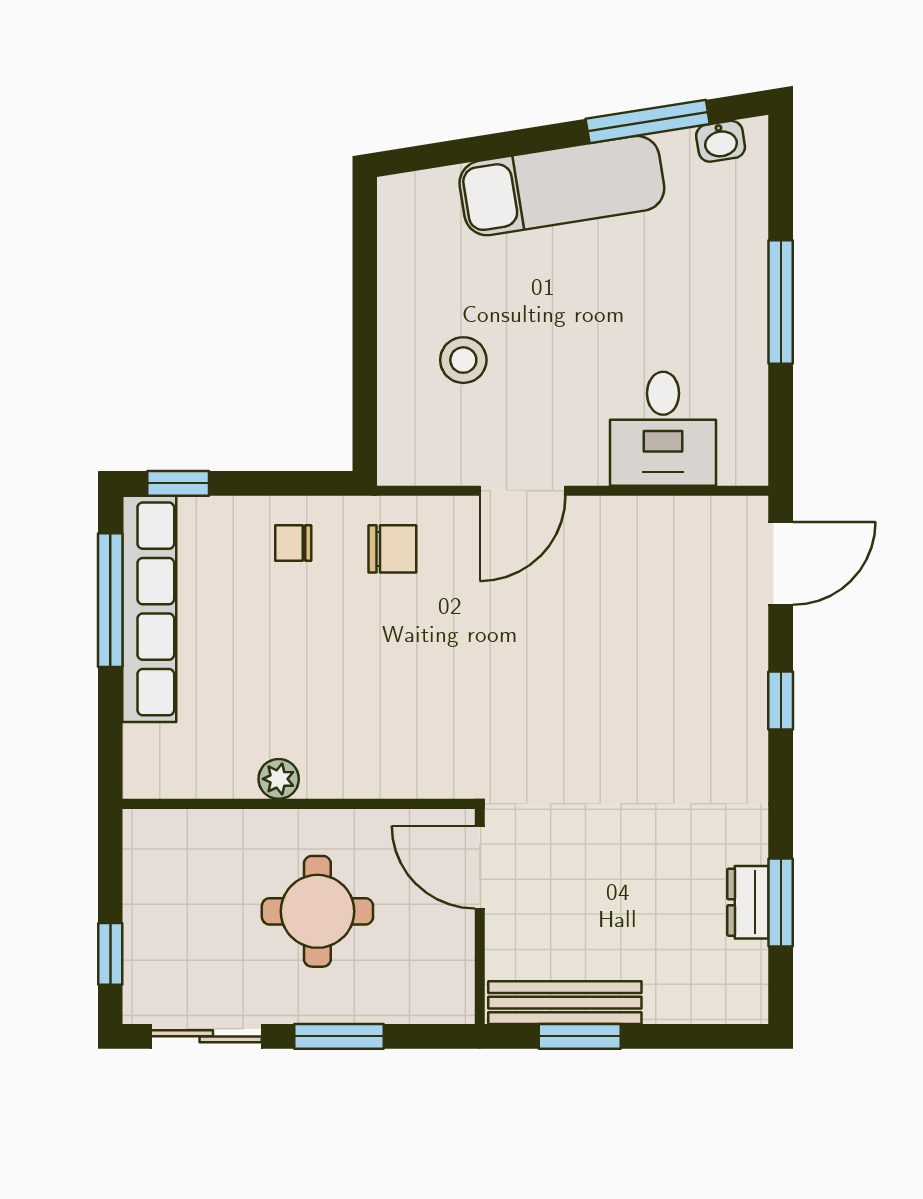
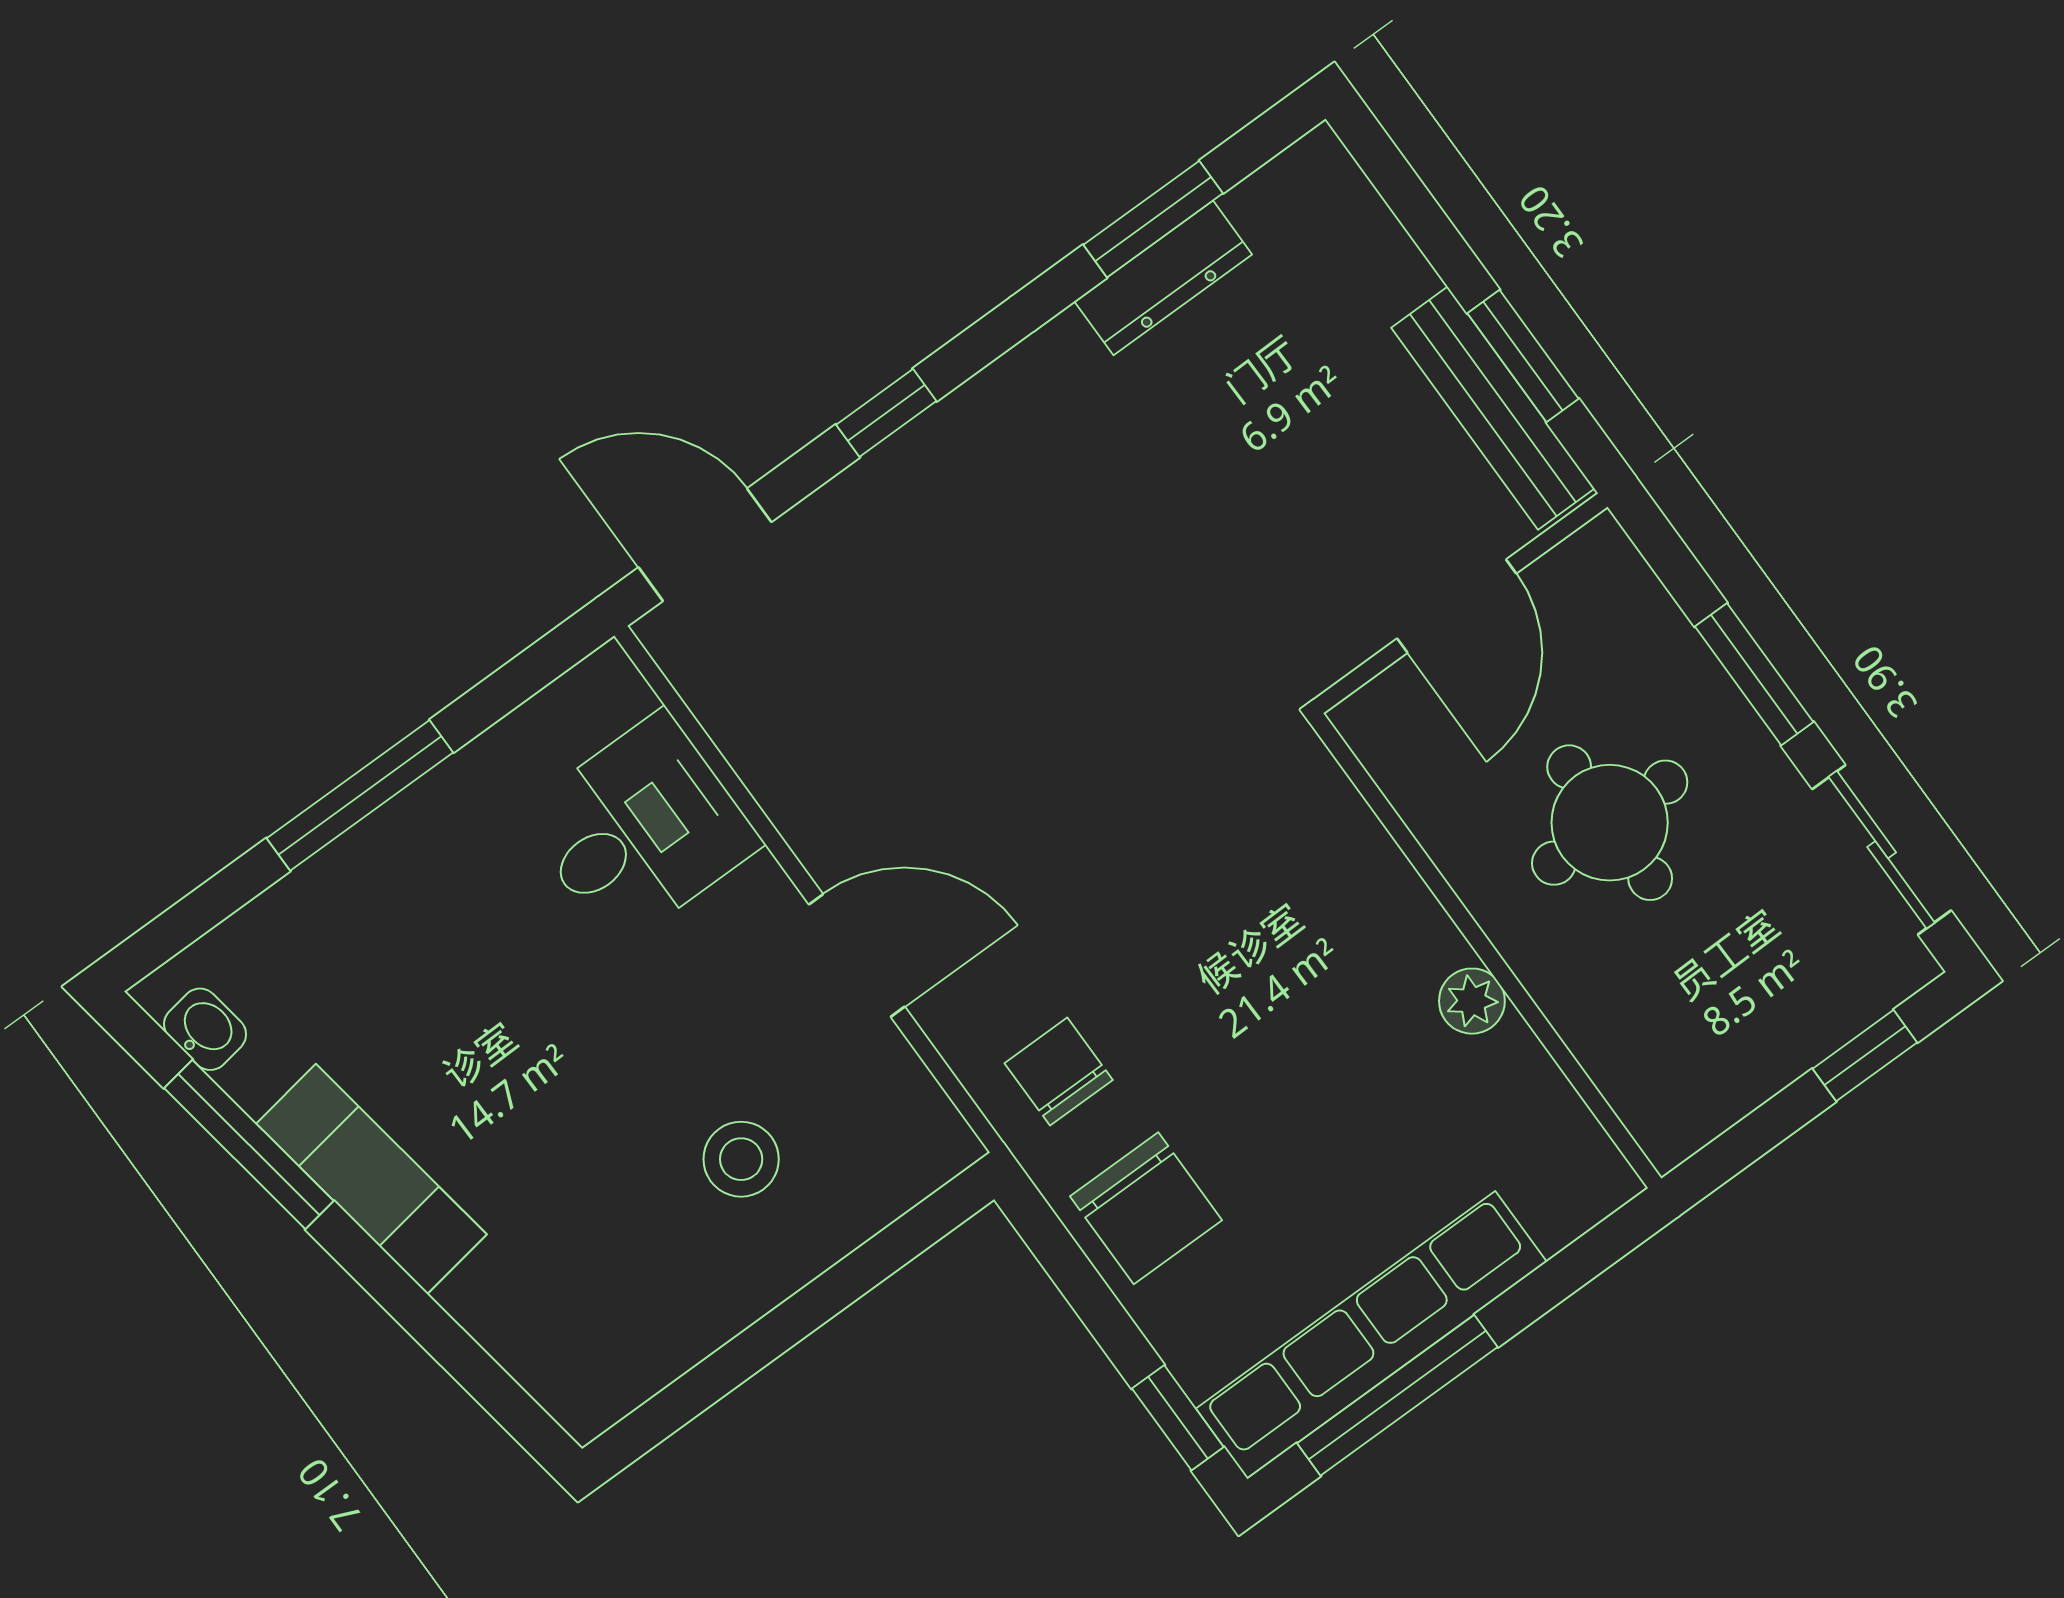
exam couch: (562, 186) -> (371, 1179), width x0.73, depth x0.69
chair: (293, 543) -> (1146, 1208), width x1.87, depth x1.87
door: (480, 867) -> (1457, 606), moved
dresser: (748, 902) -> (1163, 278), width x1.44

